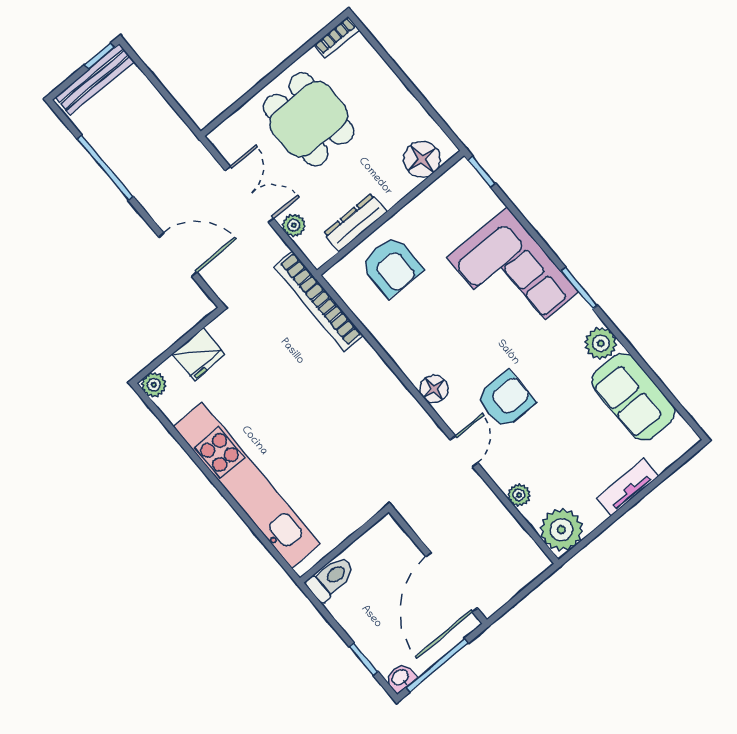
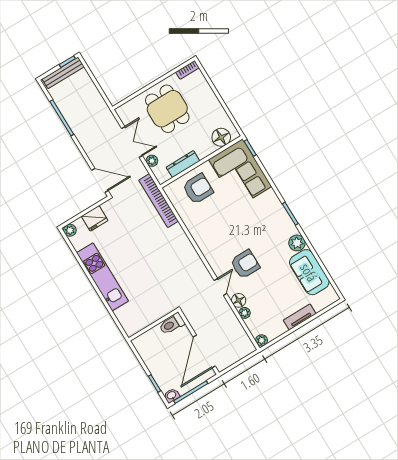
door: (178, 255) -> (100, 180), moved
armchair: (391, 266) -> (198, 189), turned -90
corner sofa: (512, 275) -> (240, 173), moved
floor lamp: (434, 389) -> (239, 300), moved
kitchen unit: (247, 485) -> (102, 277), width x0.73
plant: (561, 530) -> (262, 340), width x0.53, depth x0.53
toilet: (331, 579) -> (172, 324), moved, turned 180

